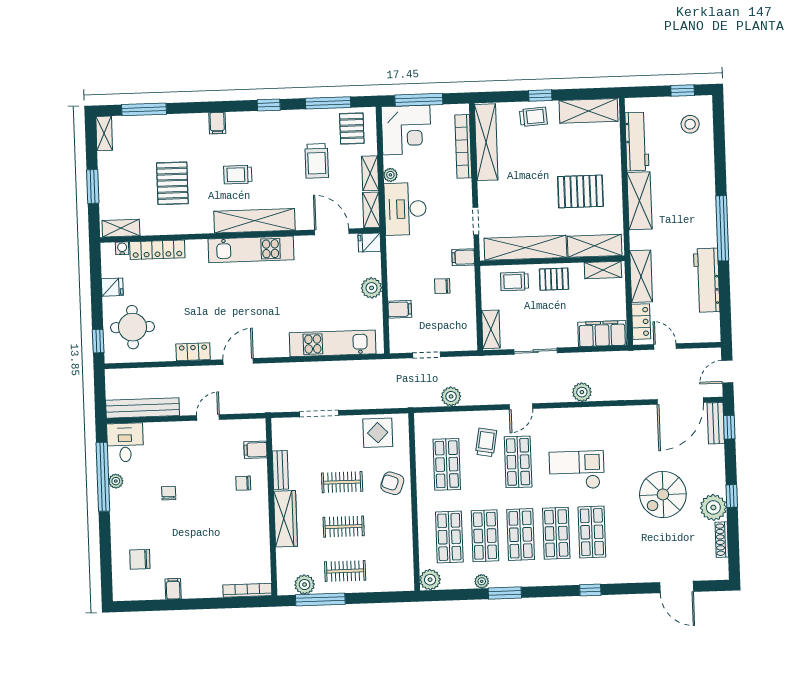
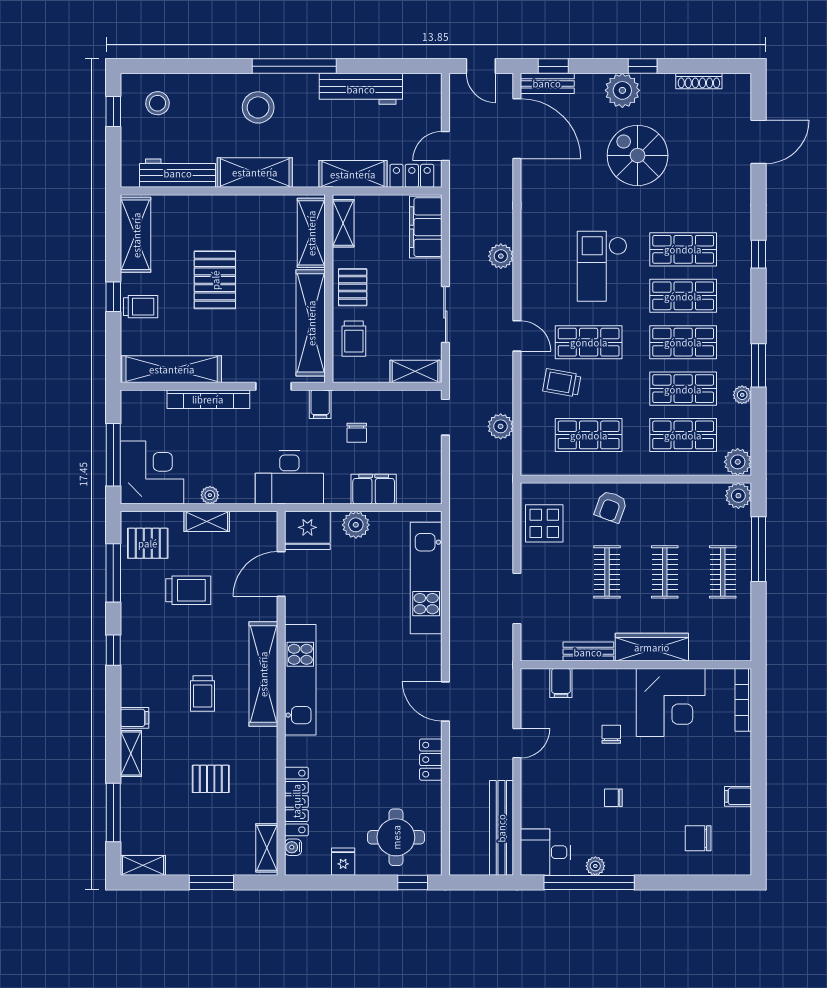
trolley: (533, 117) -> (141, 307), turned 94
bookcase: (463, 146) -> (208, 399), moved
pallet: (172, 183) -> (211, 779), width x0.67, depth x0.71
pallet: (580, 191) -> (215, 280), moved
stool: (690, 202) -> (258, 107), added
desk: (405, 209) -> (289, 477), moved
shelving: (371, 210) -> (131, 753), moved, turned 90
fridge: (369, 243) -> (307, 530), width x1.88, depth x1.34
filing cabinet: (400, 309) -> (374, 489), width x2.00
doorway: (427, 355) -> (445, 417), moved
door: (208, 417) -> (517, 743), swing flipped
chair: (243, 483) -> (611, 734), moved, turned 180
spiral stairs: (663, 494) -> (638, 155), turned 180
plant: (713, 507) -> (622, 90), moved
corner desk: (243, 535) -> (671, 703), added
chair: (140, 559) -> (698, 838), turned 90
plant: (305, 585) -> (738, 496), moved
window: (320, 599) -> (758, 549), moved

